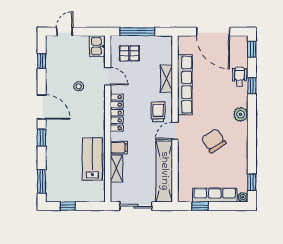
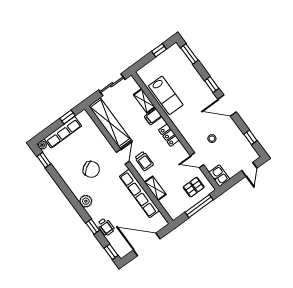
locker: (117, 113) -> (169, 135), width x0.66

